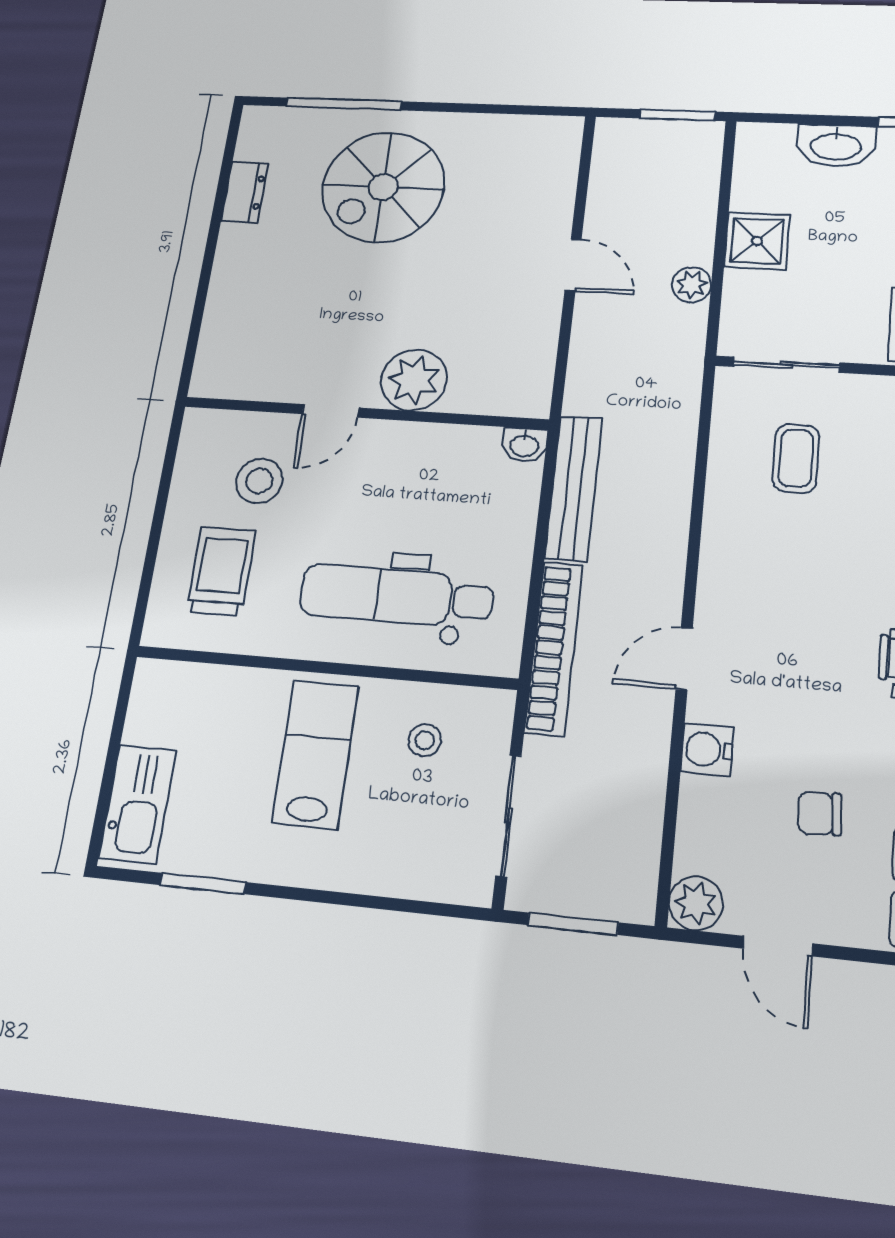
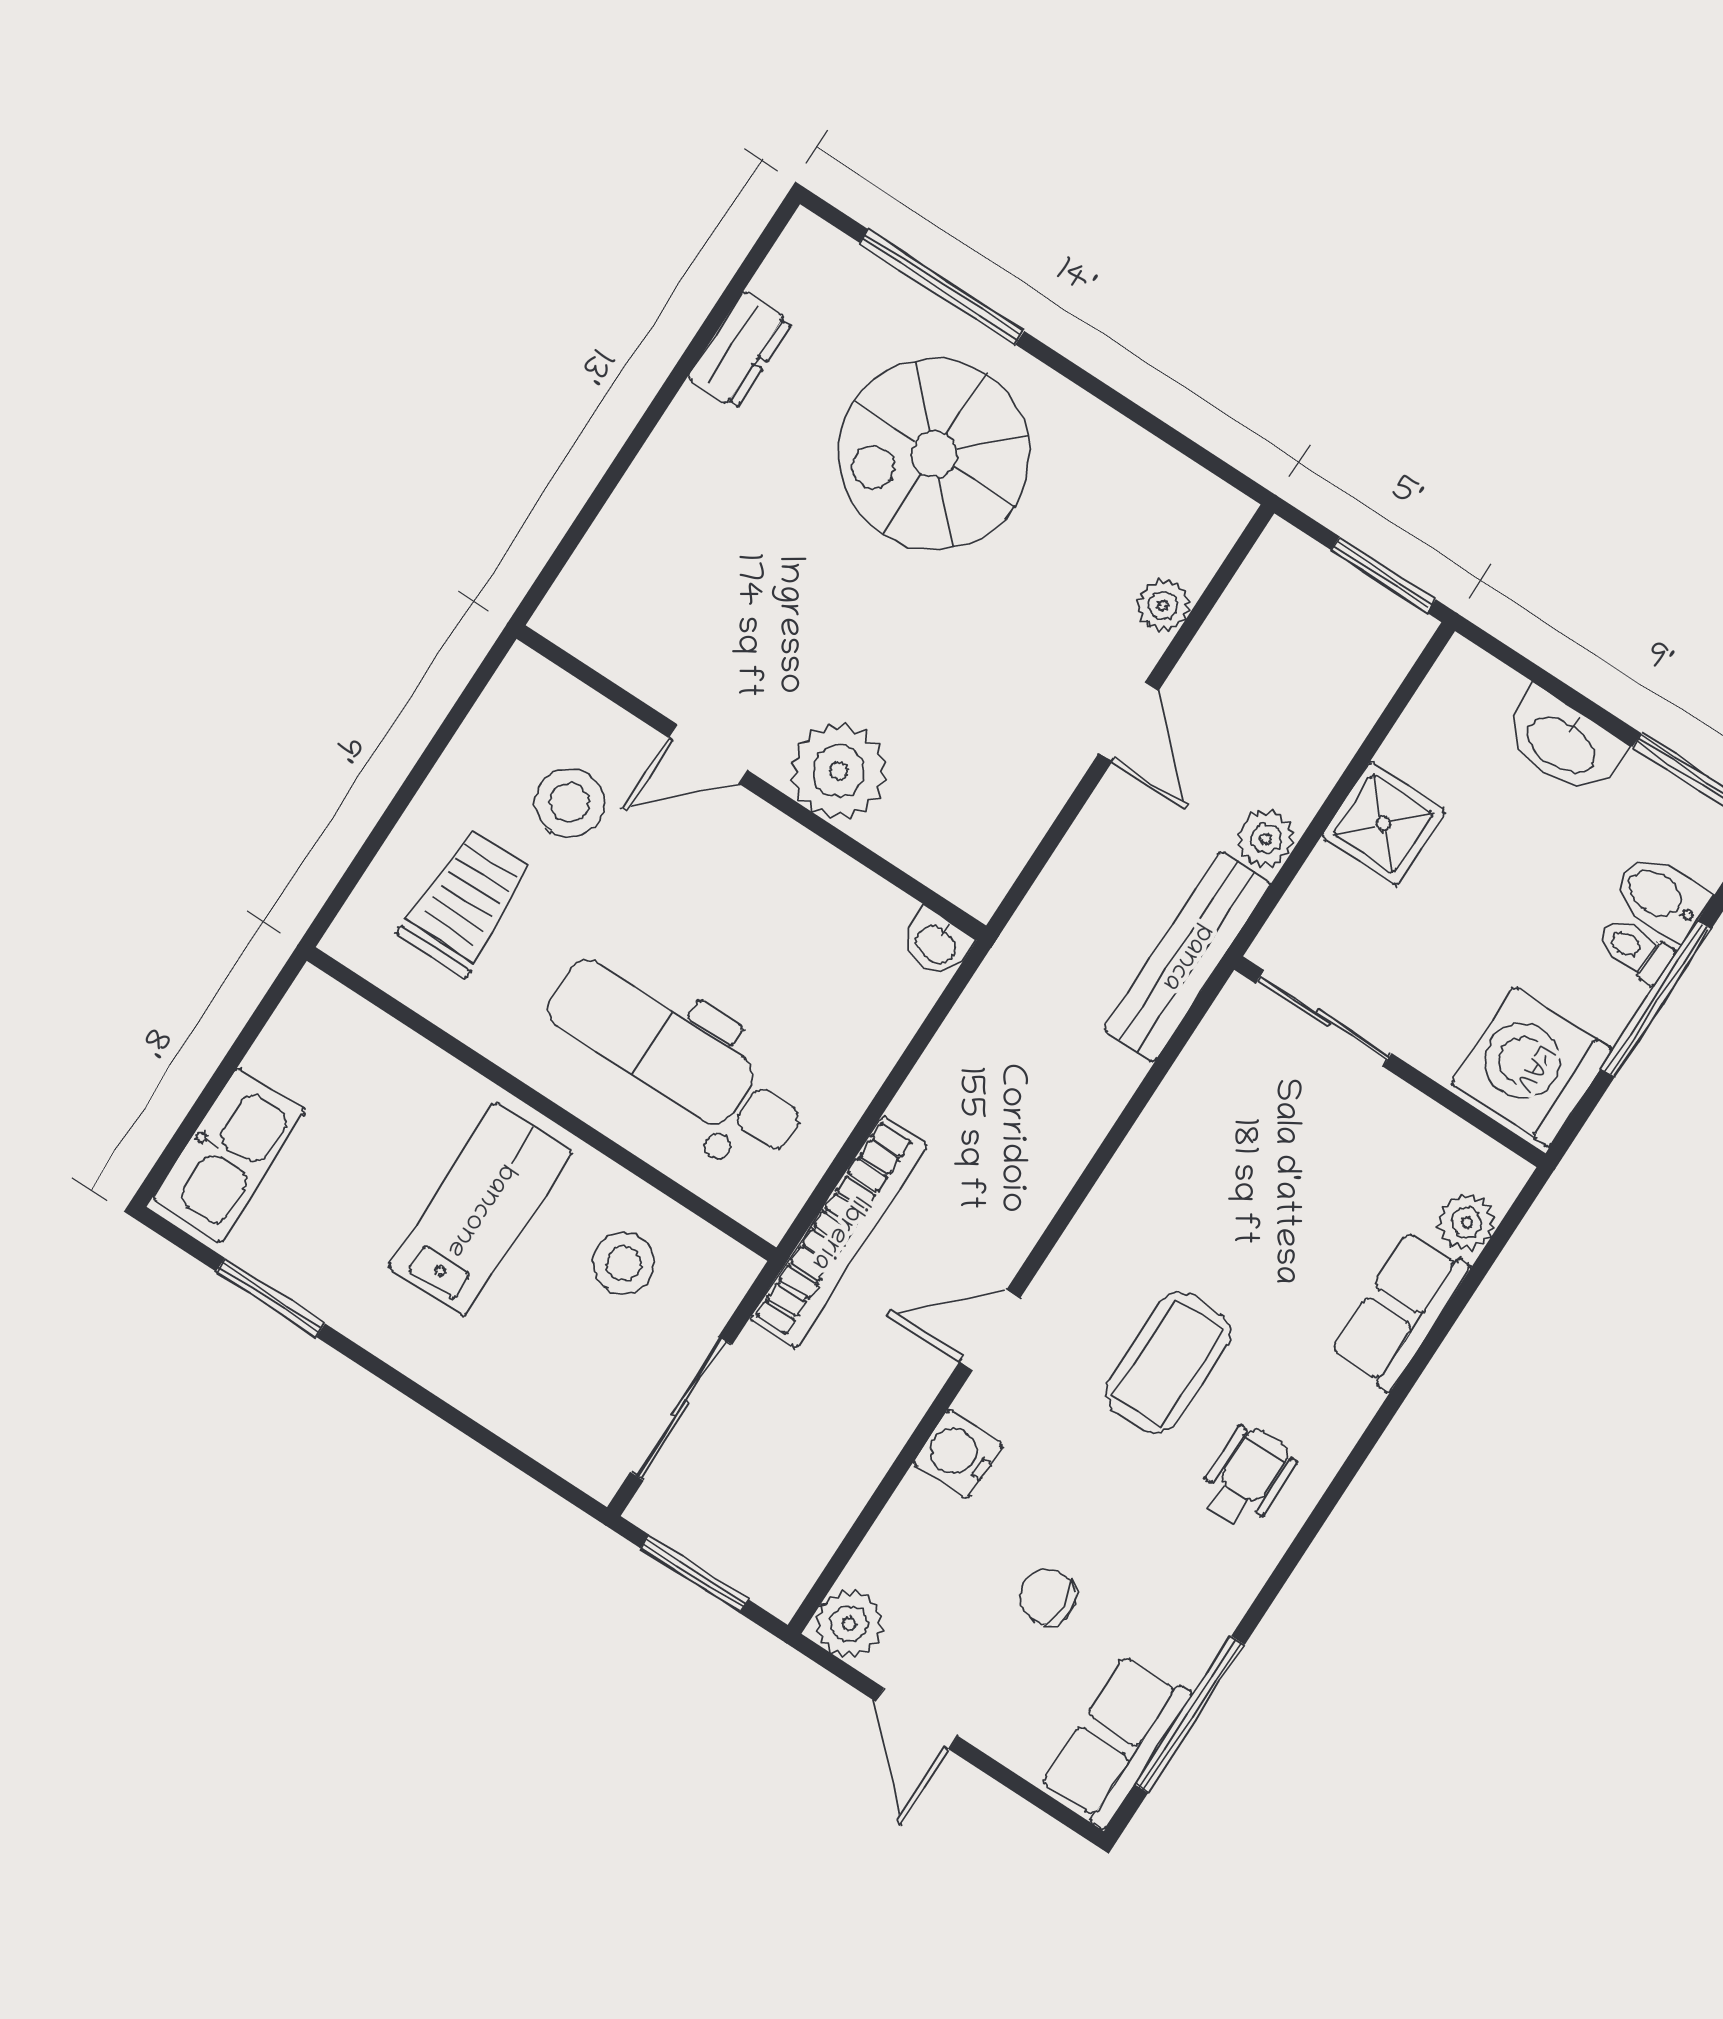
plant: (559, 195) -> (1163, 606), added
coffee table: (796, 458) -> (1169, 1363), moved, width x1.36, depth x1.30
bench: (574, 488) -> (1187, 957), moved
stool: (425, 740) -> (624, 1263), width x1.37, depth x1.37

